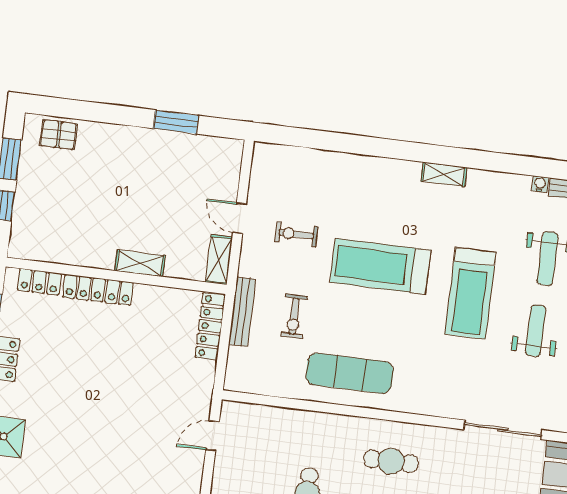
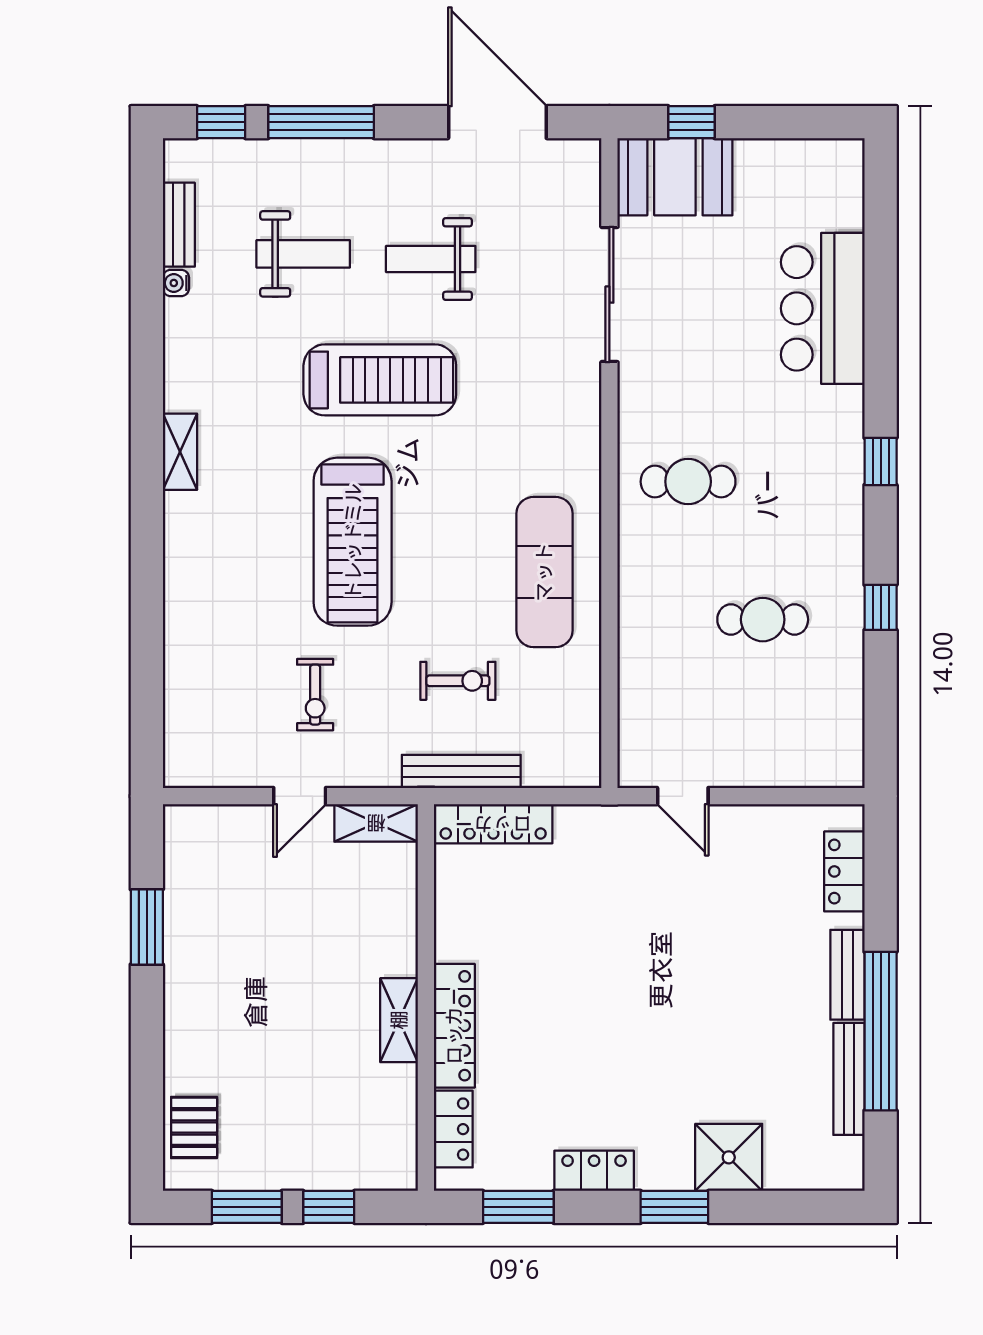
shelving: (140, 263) -> (399, 1020), moved
cafe table: (391, 461) -> (688, 482), turned 90

